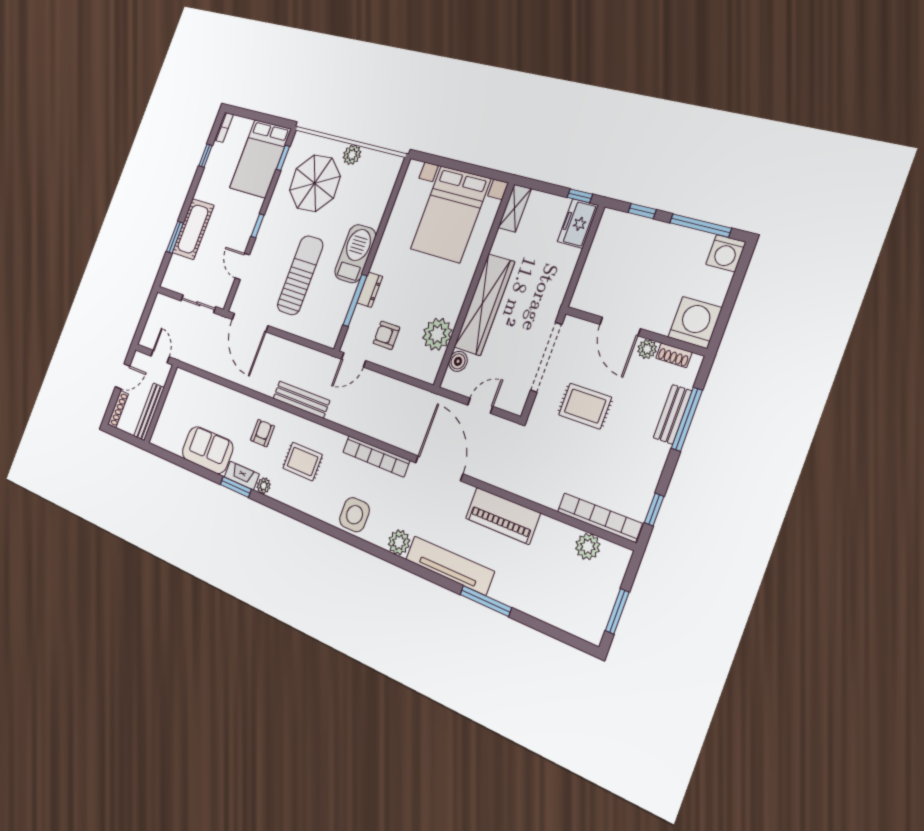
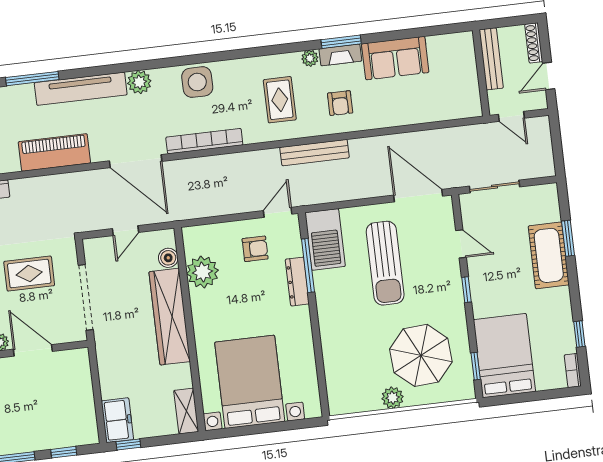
barbecue: (355, 254) -> (325, 239), moved
dresser: (370, 290) -> (297, 282), width x1.44
rug: (302, 461) -> (280, 100), turned 90

